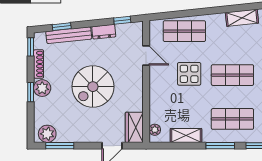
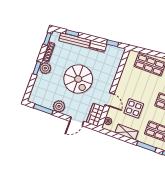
door: (146, 55) -> (109, 99), moved
display table: (189, 74) -> (134, 108), moved
spiral stairs: (93, 87) -> (78, 79), turned -90
plant: (47, 134) -> (59, 106), moved

